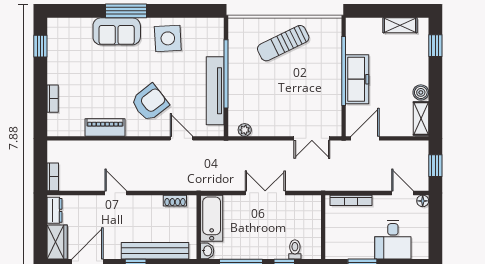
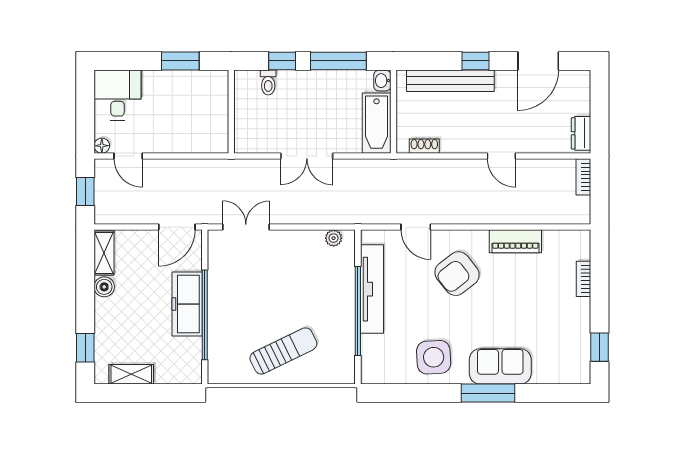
bookcase: (351, 200) -> (195, 146), removed
desk: (393, 240) -> (117, 95), moved
wardrobe: (57, 242) -> (578, 92), removed

